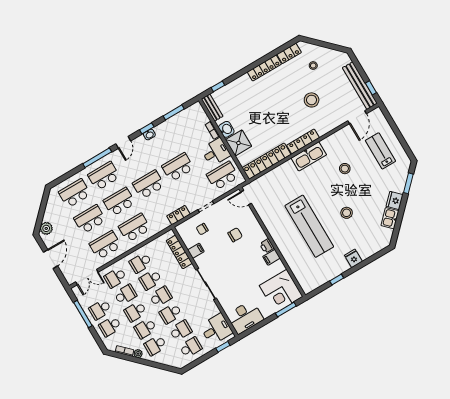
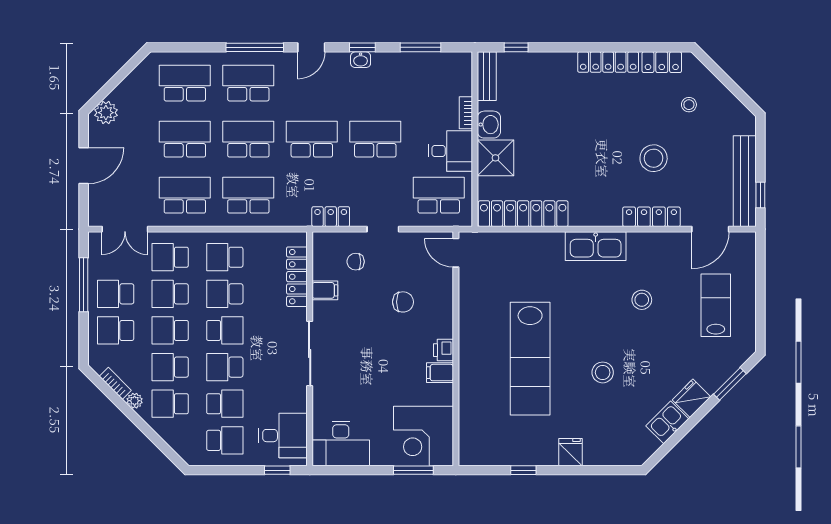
locker: (303, 141) -> (651, 217), moved
school desk: (125, 295) -> (170, 294), turned 180

